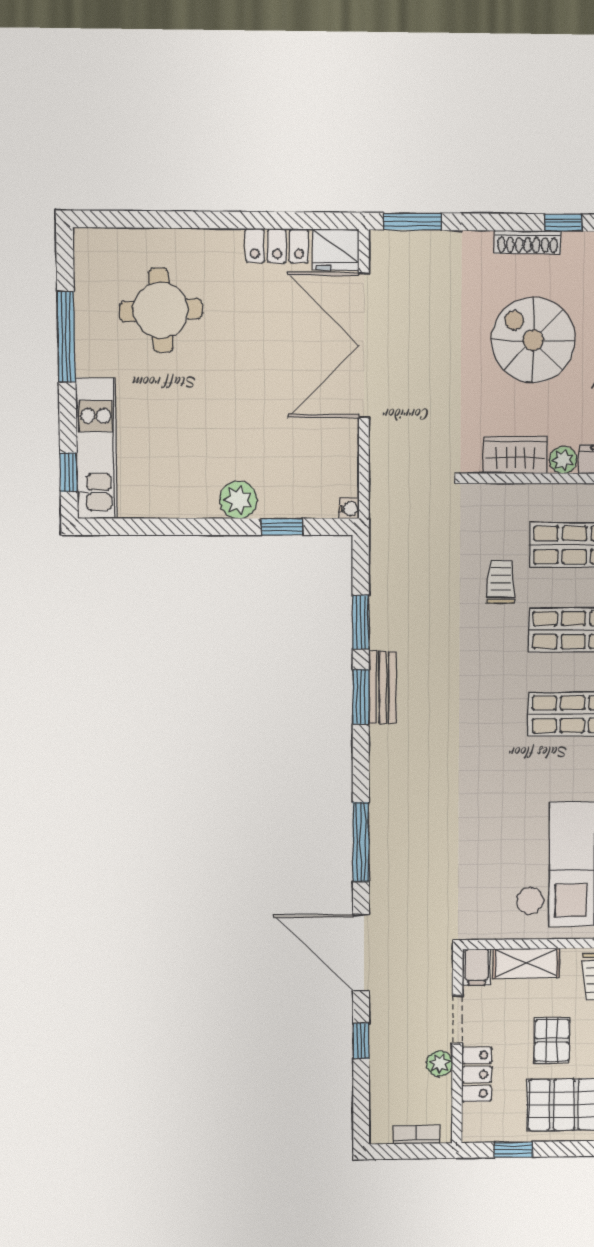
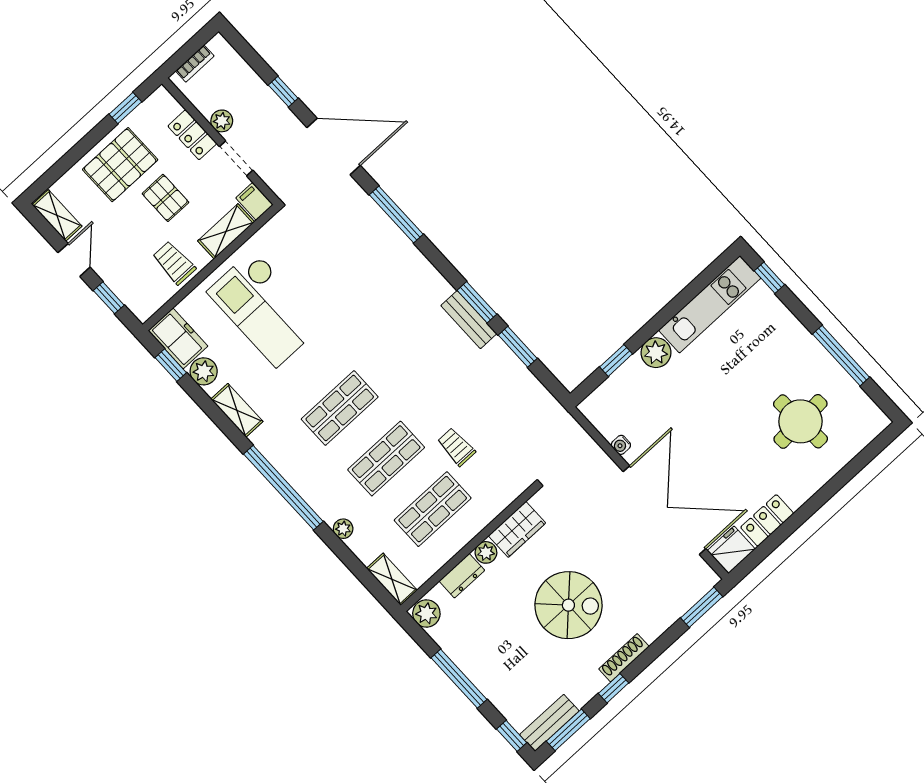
kitchen unit: (96, 448) -> (710, 304), moved, turned -90
water cooler: (349, 508) -> (621, 445), moved
trolley: (501, 582) -> (456, 447), turned 180

